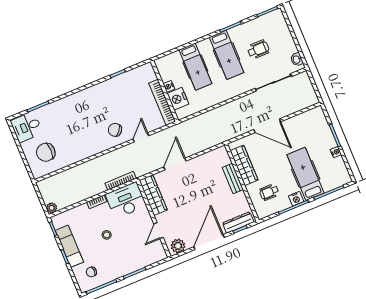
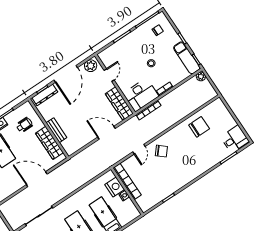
chair: (46, 152) -> (199, 127), moved
door: (175, 164) -> (106, 133), swing flipped
exam couch: (69, 246) -> (187, 58), moved

